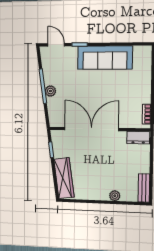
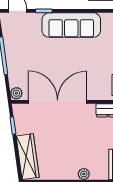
plant: (50, 91) -> (16, 93), moved

